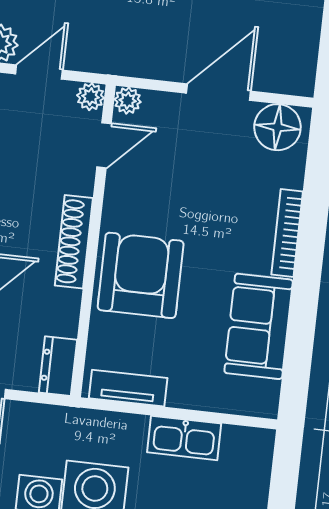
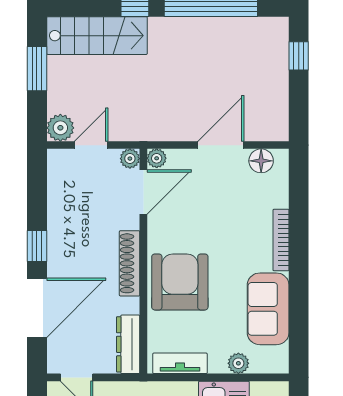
floor lamp: (277, 127) -> (261, 161), width x0.73, depth x0.73
door: (104, 145) -> (143, 192), width x1.38
dresser: (58, 366) -> (128, 344), width x1.44
plant: (209, 397) -> (238, 363), added

